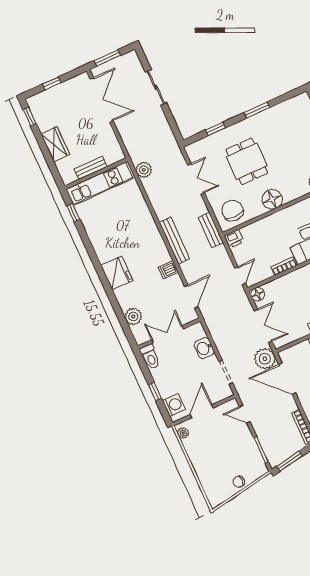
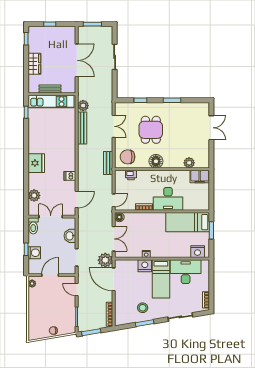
double door: (102, 100) -> (77, 60), moved
chair: (232, 211) -> (128, 157), turned -90
printer: (234, 238) -> (131, 175), moved
bench: (174, 241) -> (82, 128), moved
washing machine: (174, 405) -> (34, 253), moved

